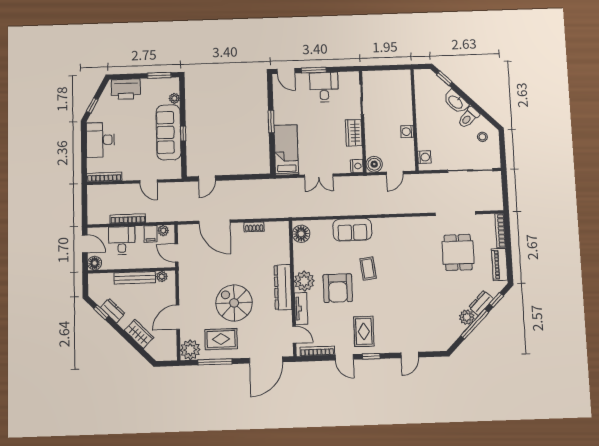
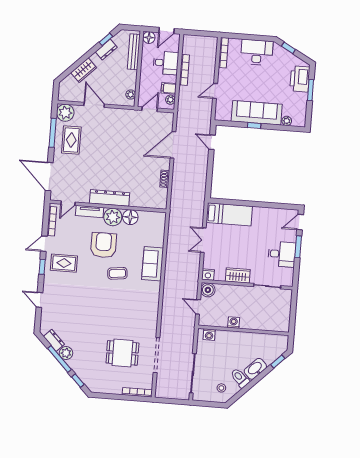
window: (159, 75) -> (310, 90), moved
window: (271, 121) -> (256, 204), removed
floor lamp: (301, 234) -> (130, 217), moved
piano: (500, 265) -> (108, 387), removed
bench: (135, 278) -> (134, 52), moved
armchair: (338, 288) -> (103, 245), turned 90
spiral stairs: (234, 303) -> (101, 154), removed
dresser: (481, 303) -> (54, 340), moved

